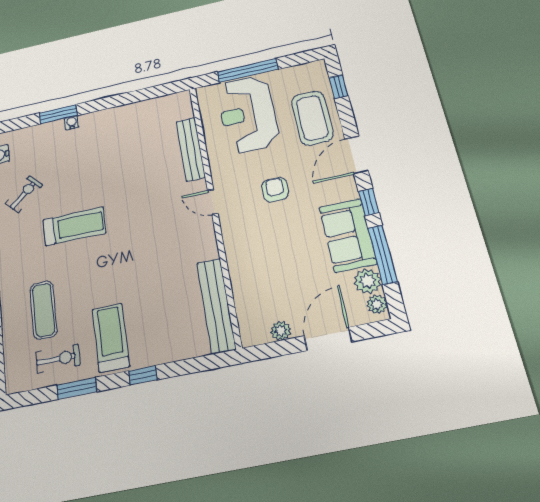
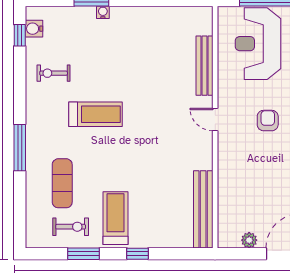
exercise bike: (24, 194) -> (54, 73), turned -137

